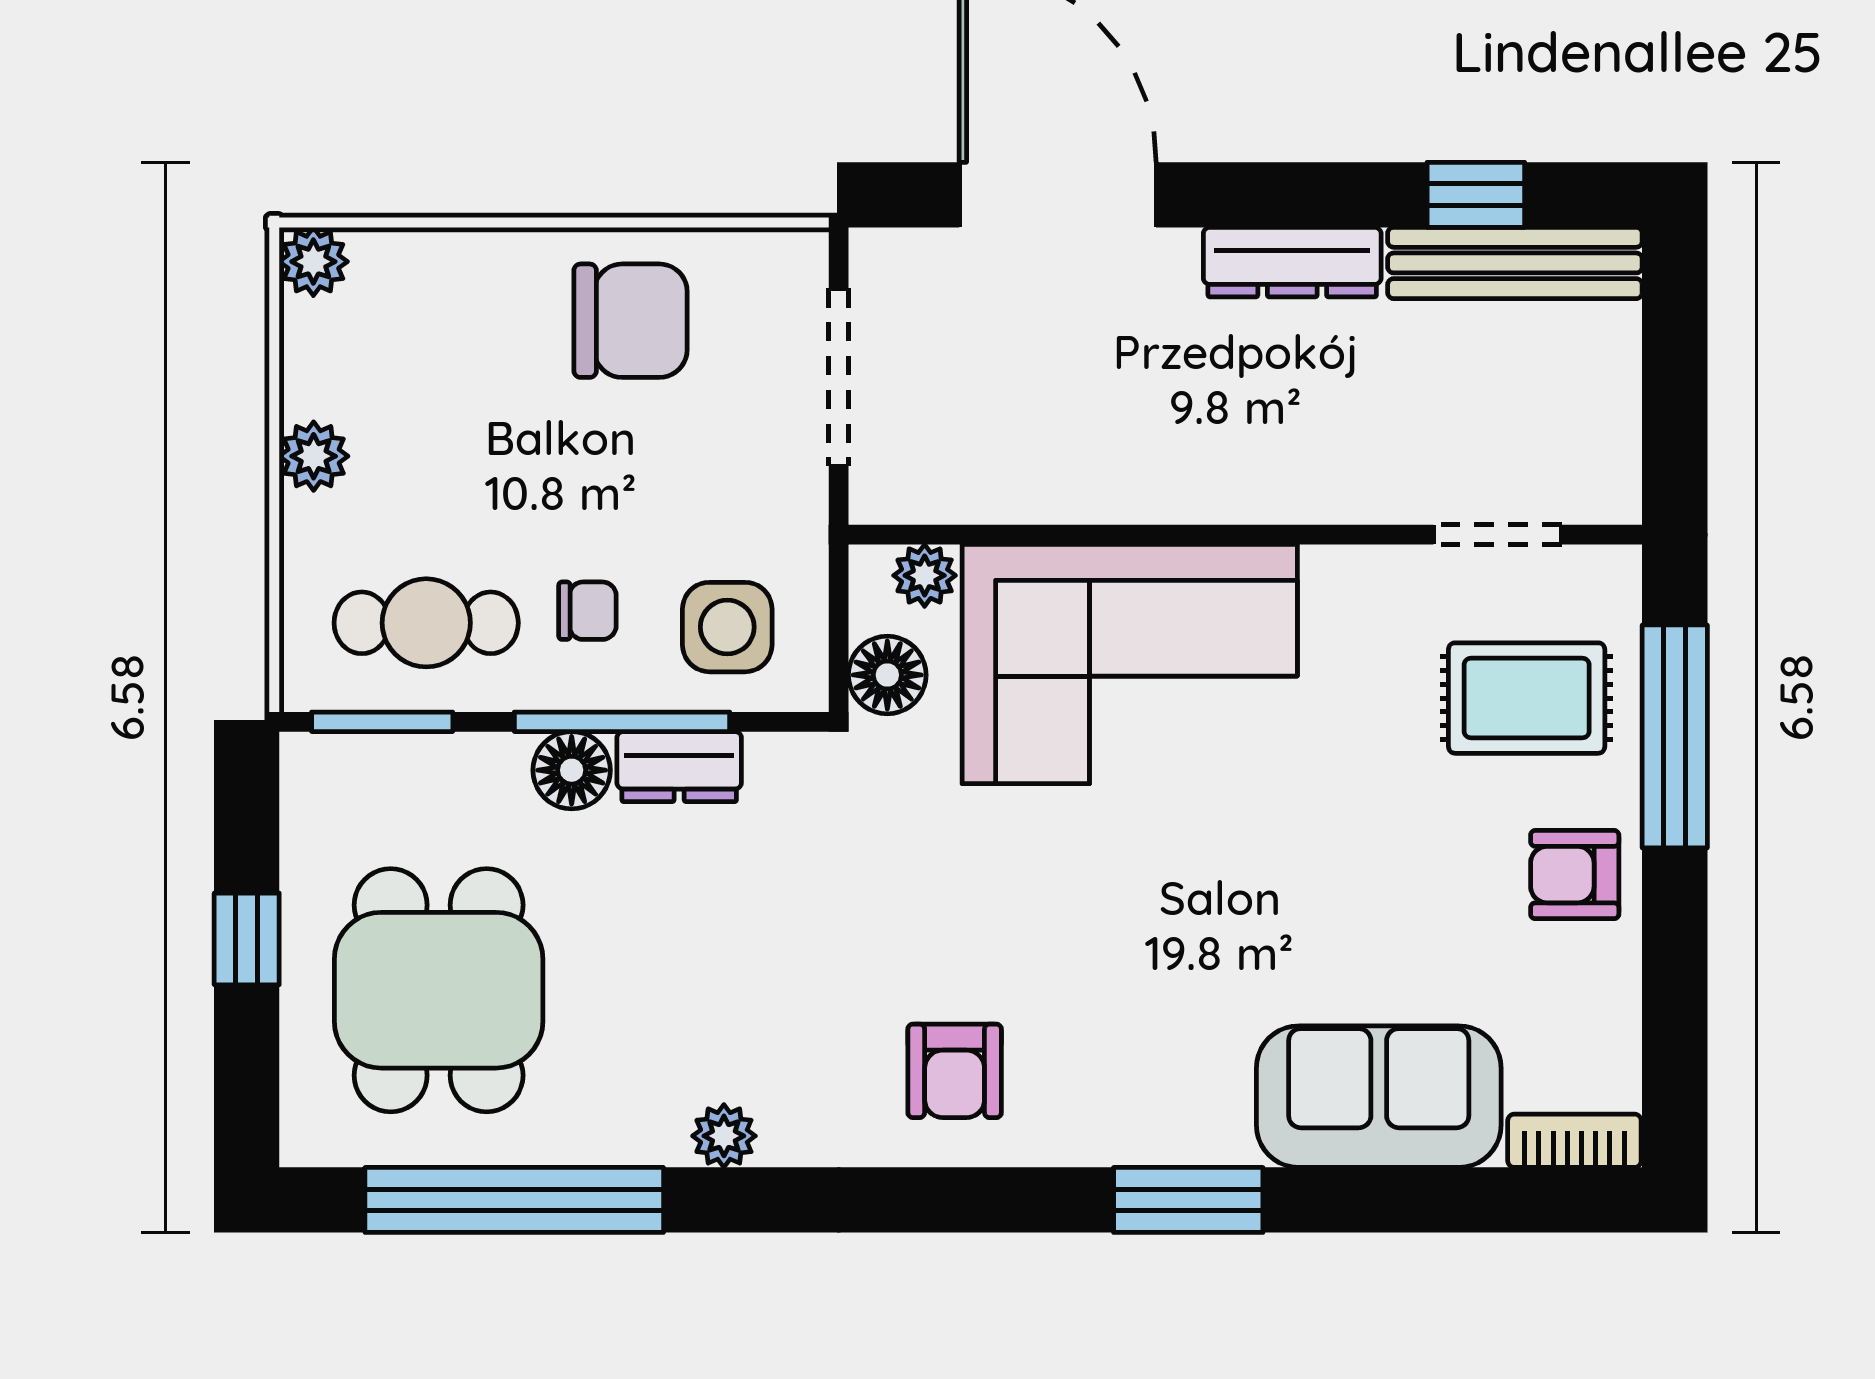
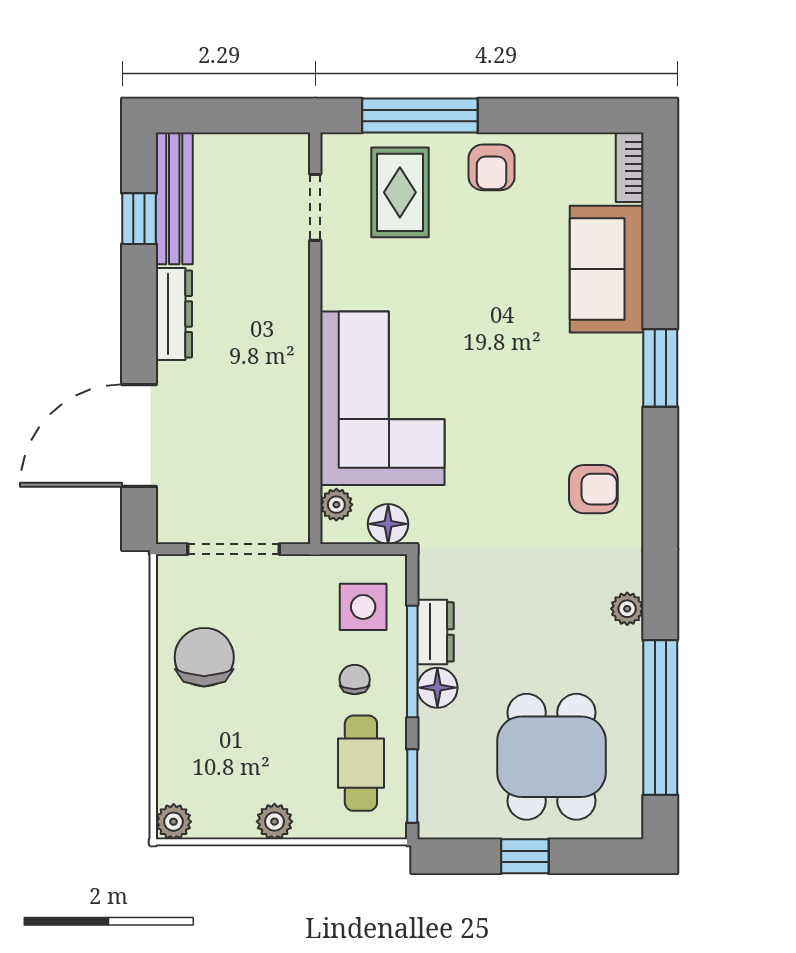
dining table: (439, 990) -> (552, 757), turned 90

